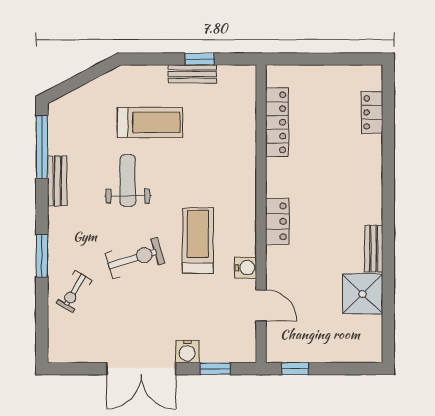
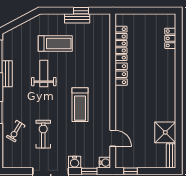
locker: (277, 221) -> (121, 74), moved
treadmill: (198, 241) -> (80, 105), turned 180
bench: (374, 249) -> (171, 156), moved
exercise bike: (135, 258) -> (43, 134), moved, turned -73
water cooler: (246, 268) -> (105, 163), moved

